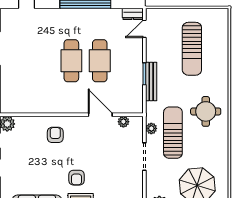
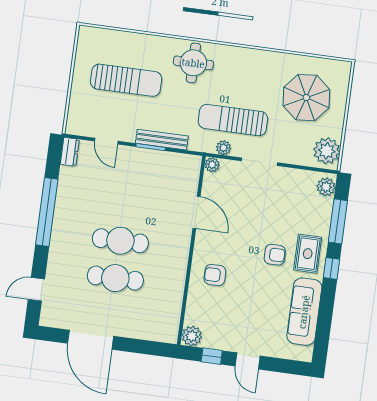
door: (144, 29) -> (106, 141), moved
cafe table: (100, 61) -> (115, 278), moved
round table: (206, 111) -> (193, 63), moved
door: (100, 115) -> (196, 212), swing flipped
plant: (123, 122) -> (212, 165), moved

